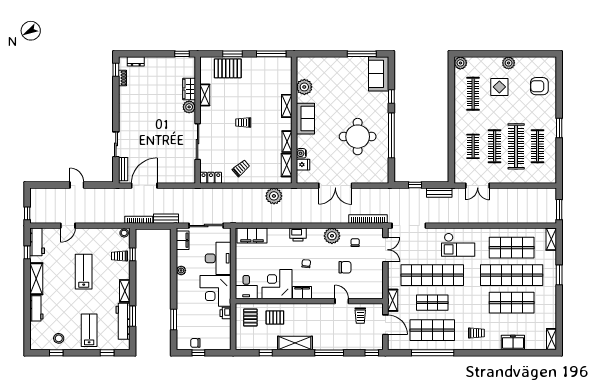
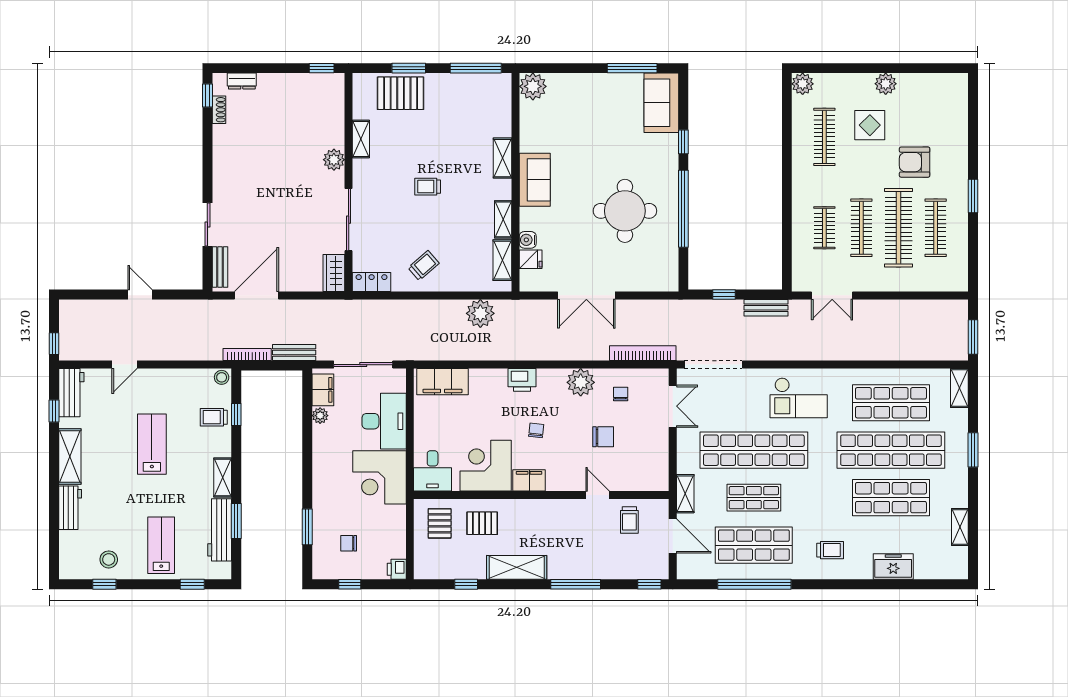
armchair: (539, 86) -> (915, 162), moved
plant: (304, 87) -> (533, 86), moved
wardrobe: (189, 89) -> (334, 273), moved
plant: (181, 270) -> (320, 416), moved
printer: (226, 313) -> (397, 569), moved
shelving: (552, 339) -> (960, 527), moved
chair: (195, 343) -> (349, 543), moved

